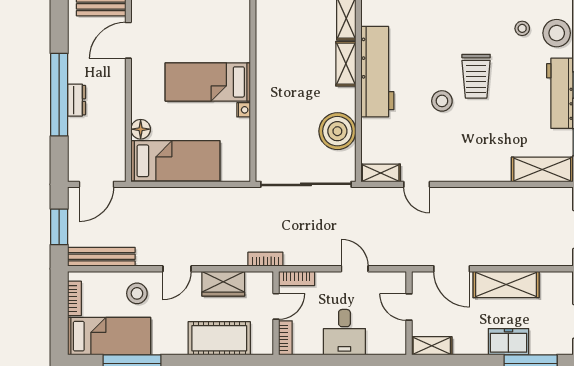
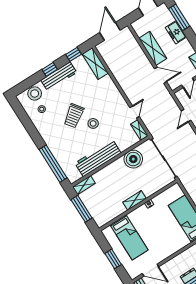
shelving: (346, 64) -> (134, 200), moved
trolley: (476, 76) -> (74, 116), turned 144
bed: (208, 82) -> (129, 237), moved
floor lamp: (141, 129) -> (184, 242), removed
door: (452, 269) -> (160, 75), hinge flipped

